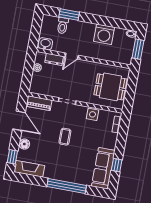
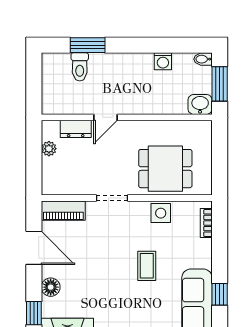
washing machine: (104, 34) -> (163, 61), width x0.53, depth x0.53
washbasin: (45, 44) -> (200, 104), moved
dining table: (110, 87) -> (165, 169), moved
coffee table: (65, 137) -> (147, 266), moved

